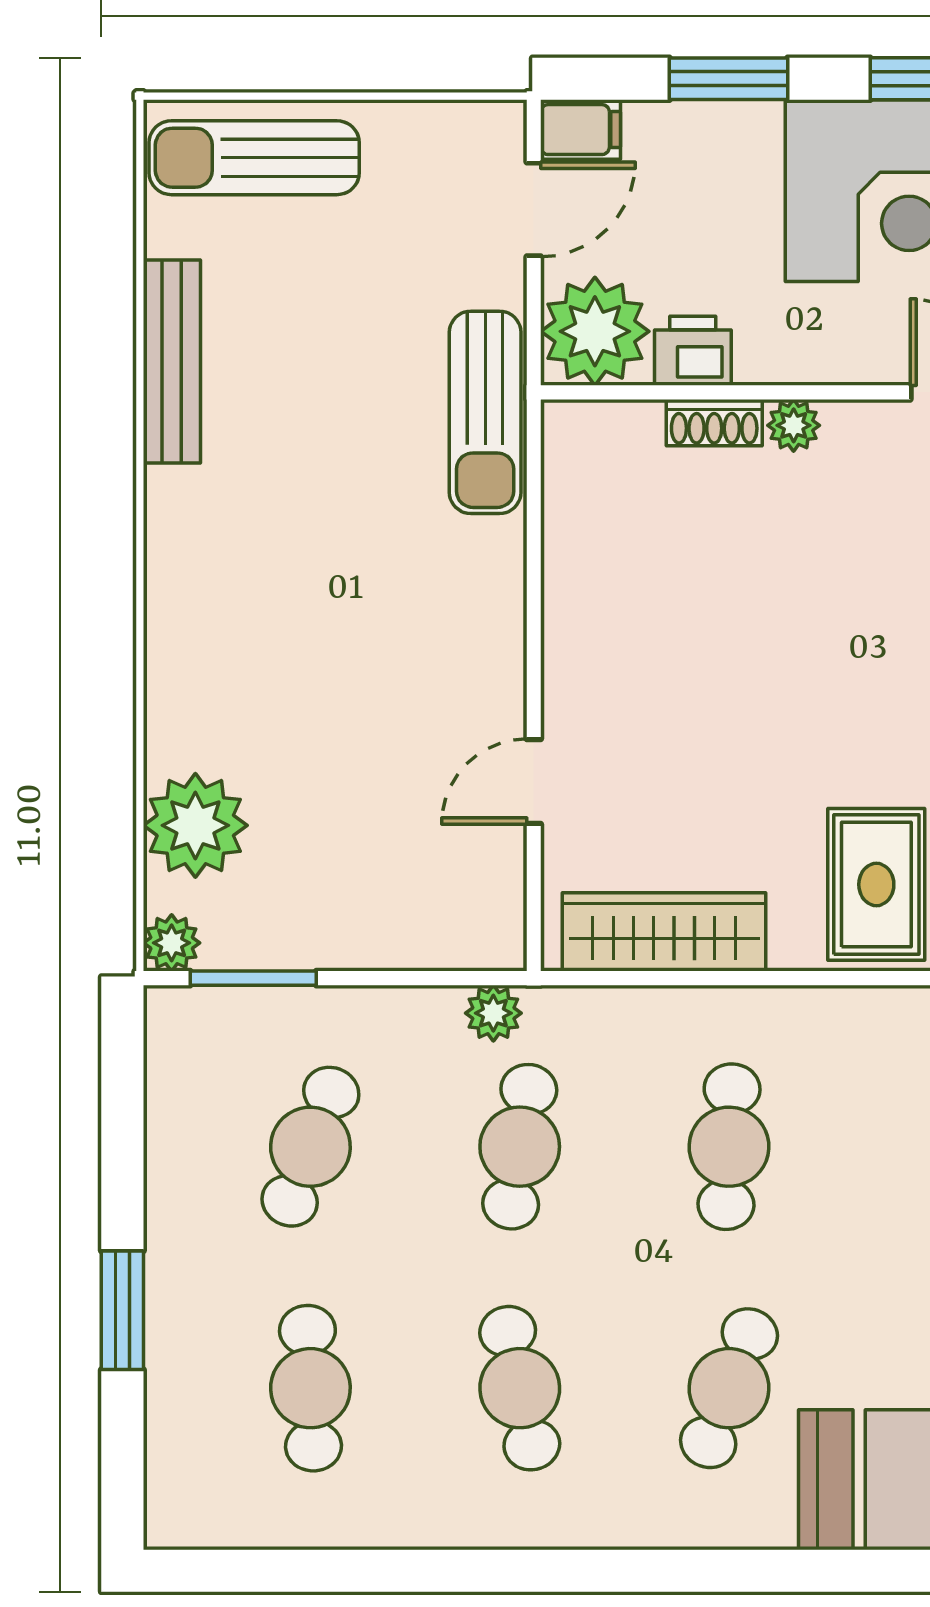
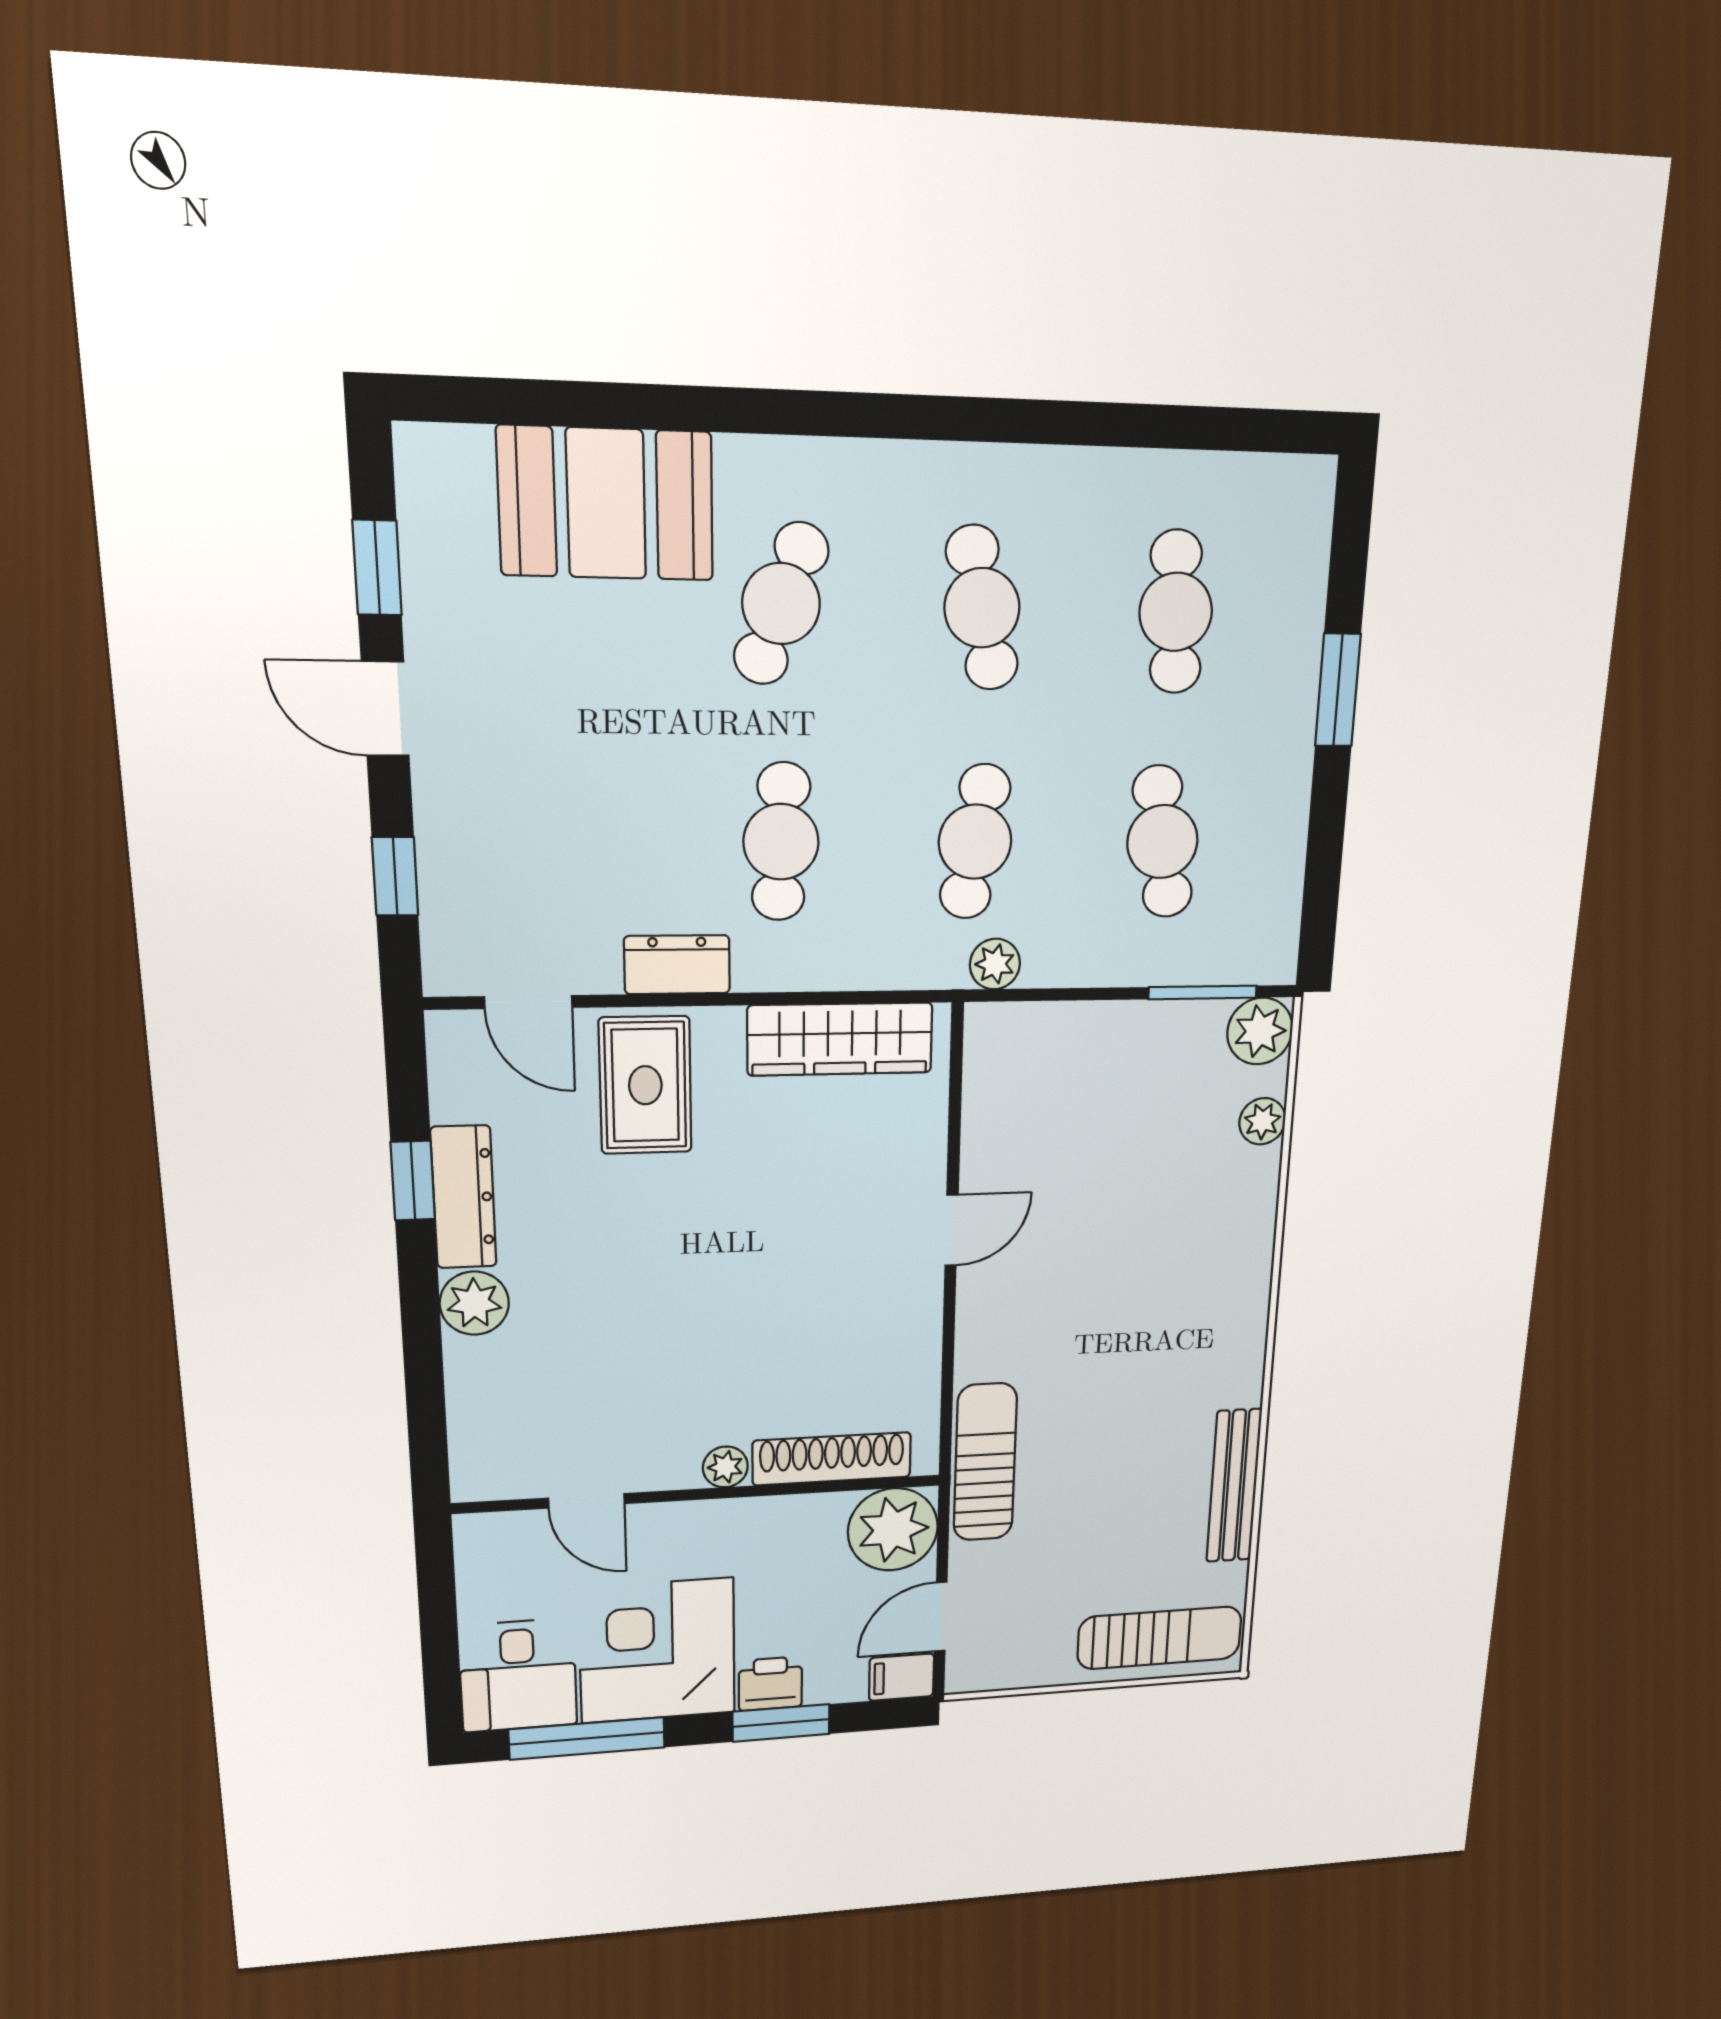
printer: (693, 351) -> (770, 1684), moved, turned 180
shoe rack: (714, 423) -> (832, 1459), width x1.94, depth x1.24
door: (534, 782) -> (951, 1230), moved
plant: (195, 825) -> (1262, 1121), width x0.53, depth x0.53
plant: (172, 943) -> (1260, 1031), width x1.38, depth x1.38
dresser: (840, 1016) -> (677, 965), added
cafe table: (310, 1147) -> (1162, 842), turned -30

